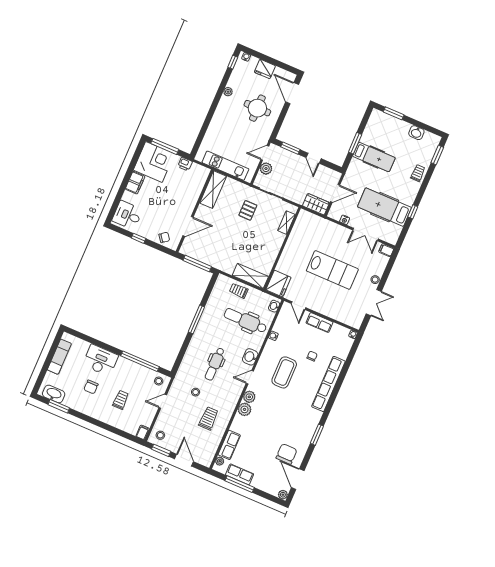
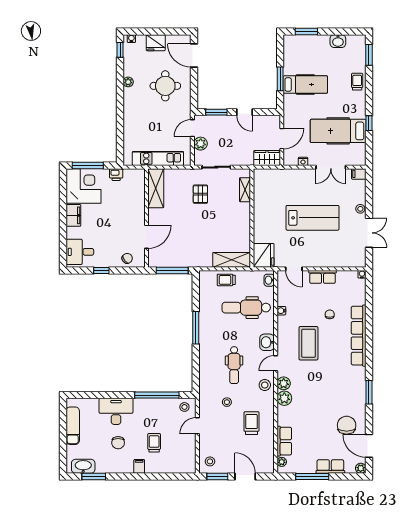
stool: (233, 391) -> (265, 385), added
filing cabinet: (143, 432) -> (139, 466), moved
row of seats: (240, 474) -> (330, 467), moved

